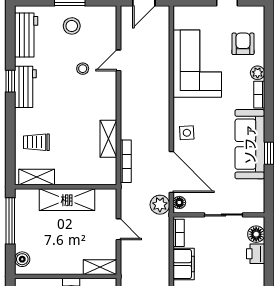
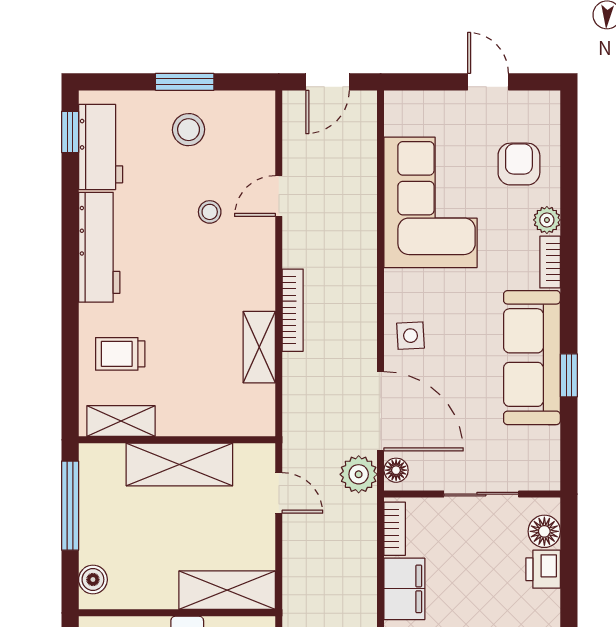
window: (10, 81) -> (70, 132), moved
workbench: (25, 87) -> (99, 247), width x1.38
bookcase: (126, 161) -> (293, 310), moved
door: (119, 229) -> (279, 493), moved
shelving: (100, 267) -> (227, 590), width x1.50, depth x1.33

